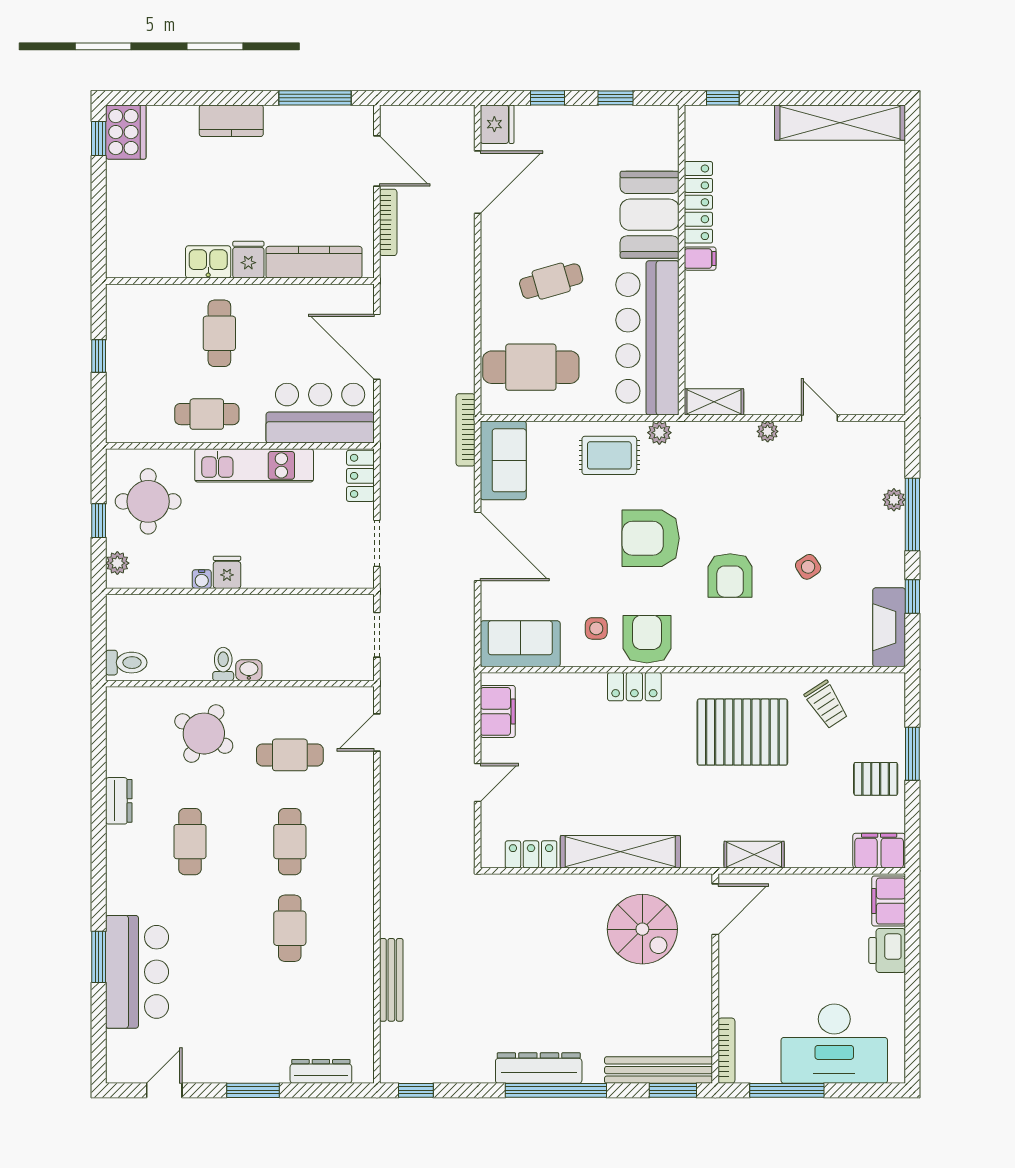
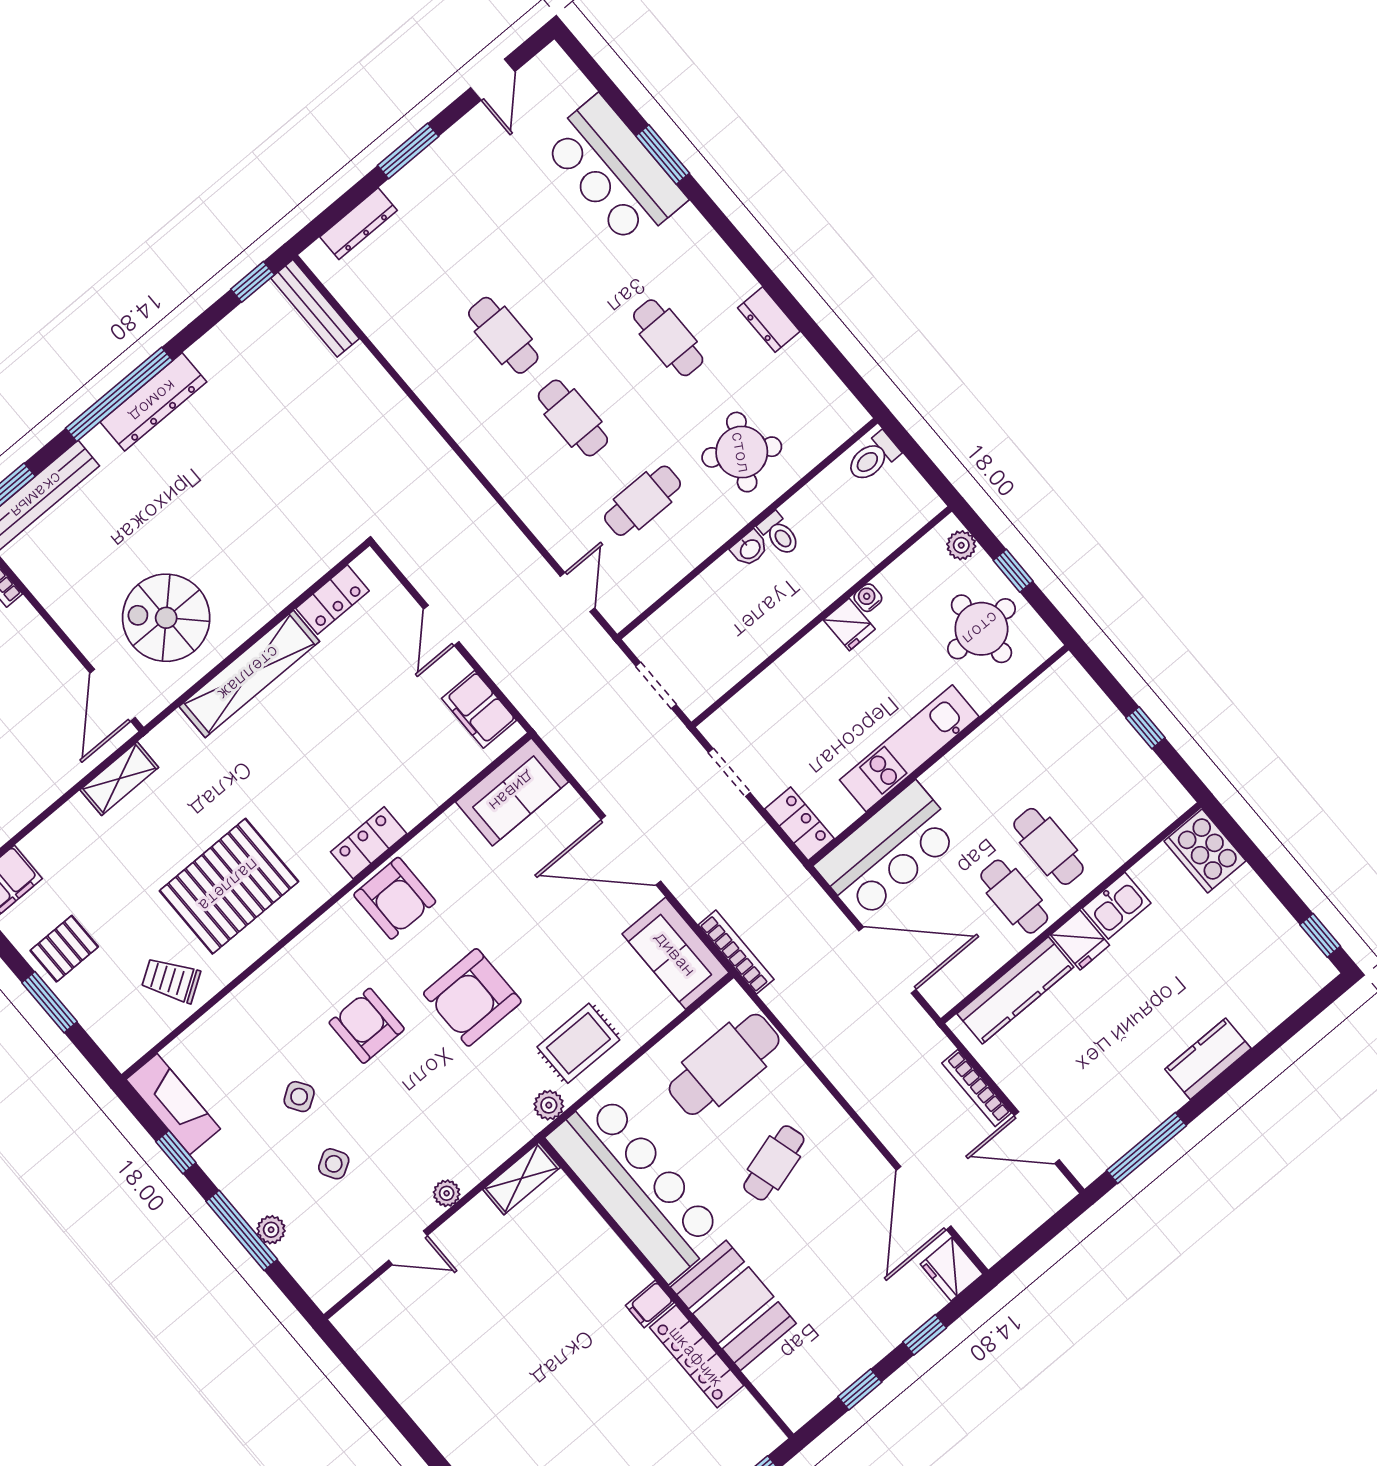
cooker: (126, 132) -> (1205, 851), moved
cafe table: (207, 414) -> (1014, 897), moved, turned 90
armchair: (651, 538) -> (472, 997), turned 180
side table: (596, 628) -> (334, 1164), moved, turned -31
bench: (391, 980) -> (315, 308), moved

